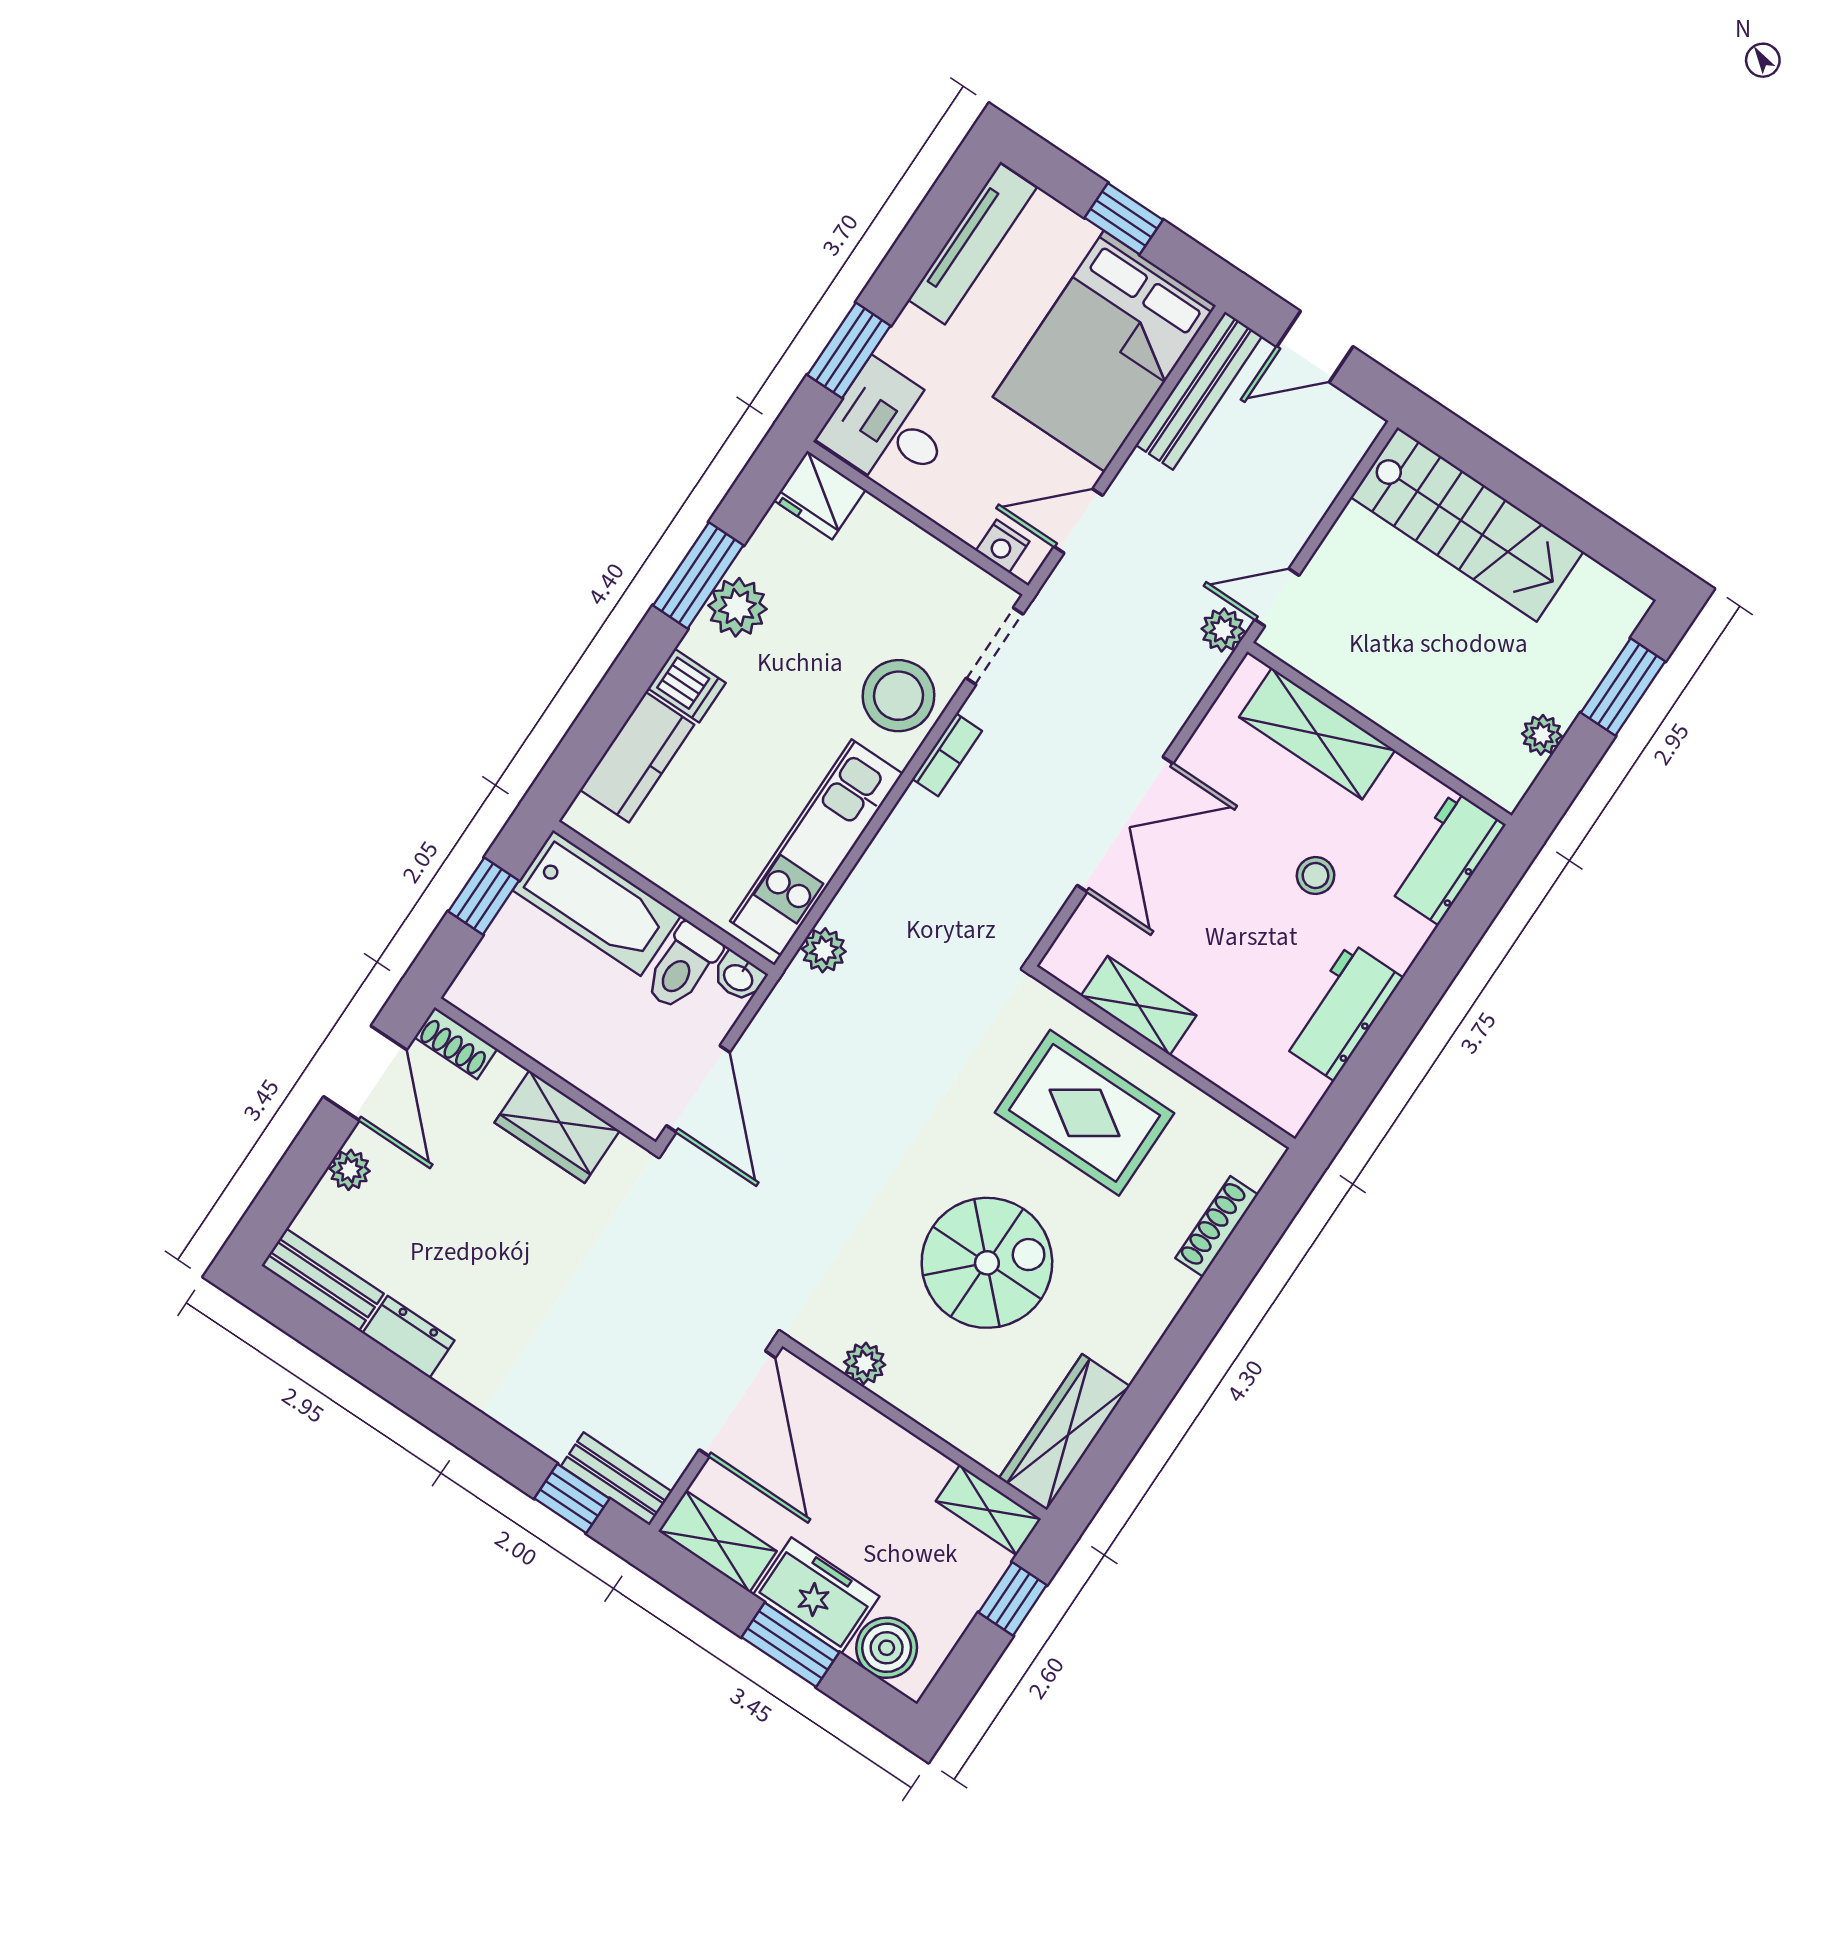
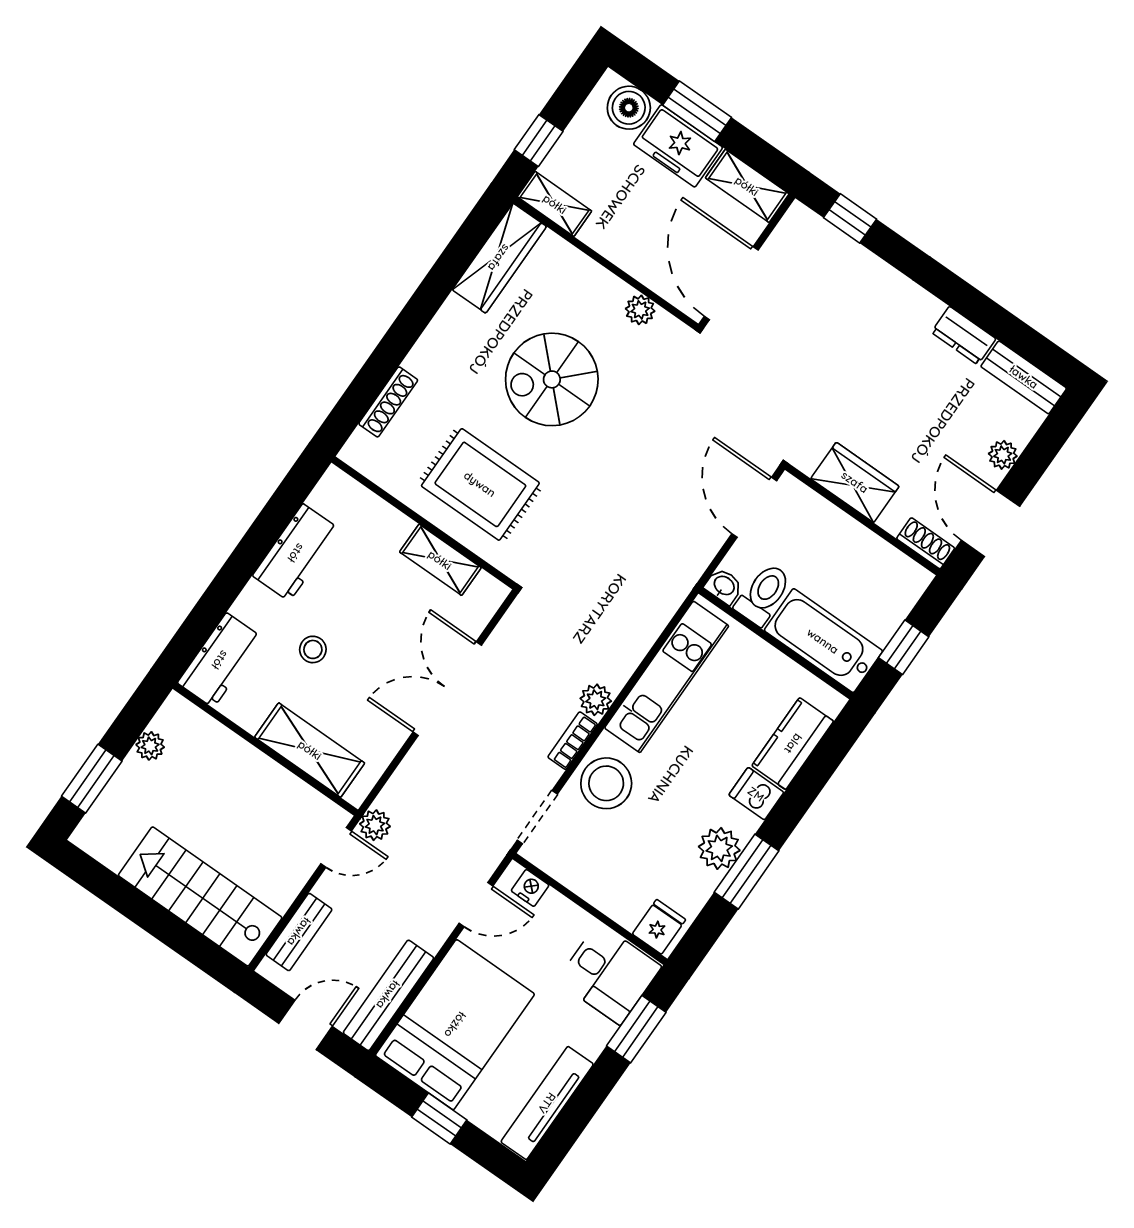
fridge: (820, 495) -> (659, 927), width x0.72
plant: (824, 950) -> (596, 700), moved
bench: (617, 1479) -> (299, 932), moved, turned 90

